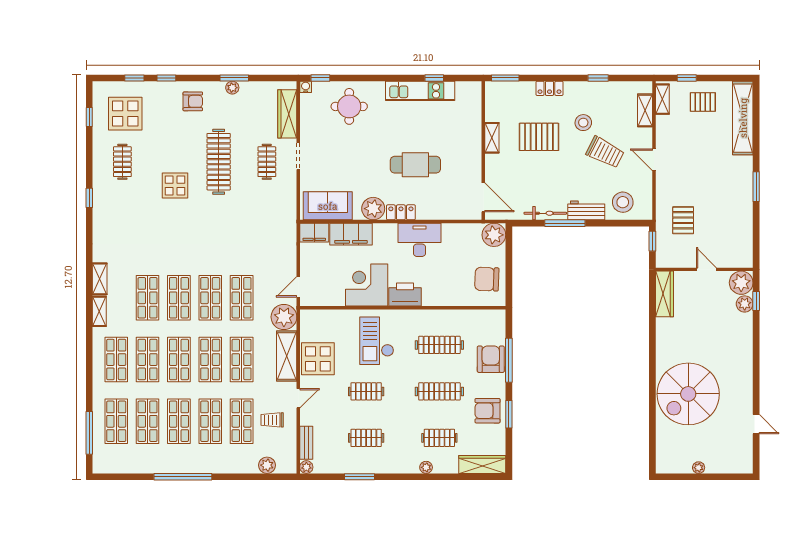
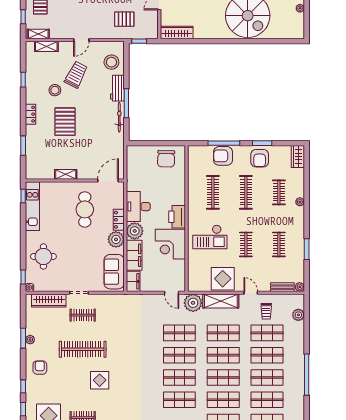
shelving: (492, 138) -> (66, 174), moved
wall: (483, 151) -> (75, 180), moved
door: (483, 197) -> (108, 180), moved
plant: (494, 235) -> (135, 231), moved
wardrobe: (482, 464) -> (298, 156), width x0.67

